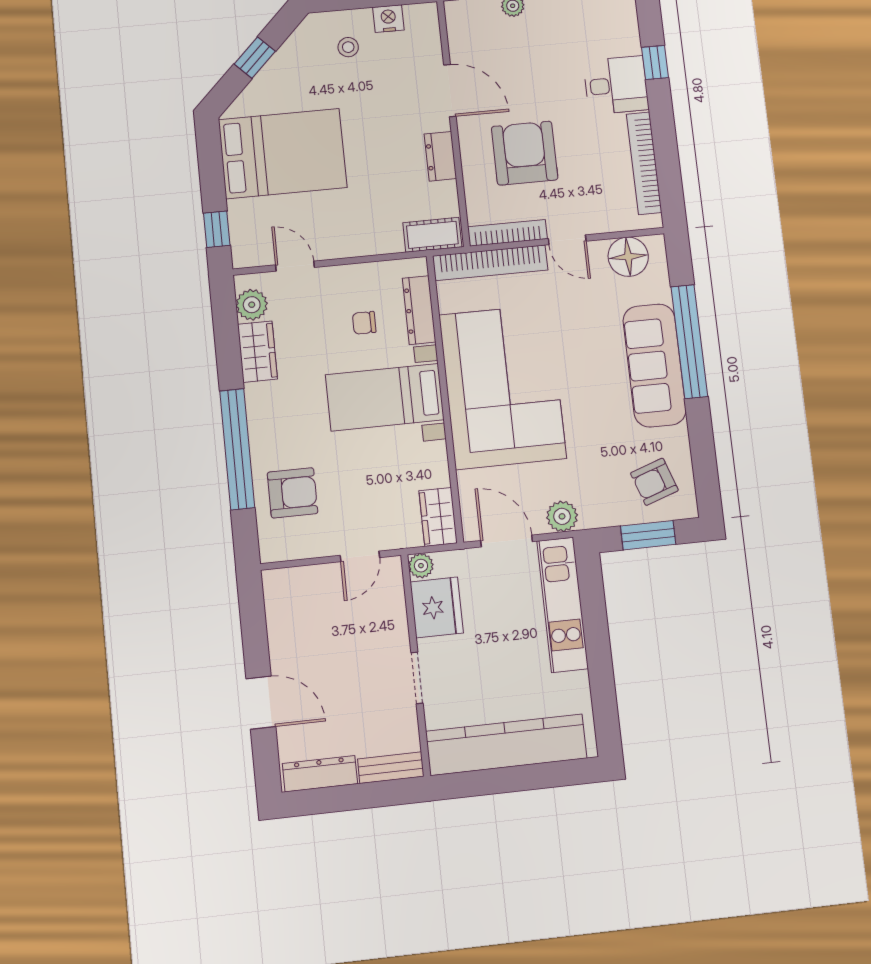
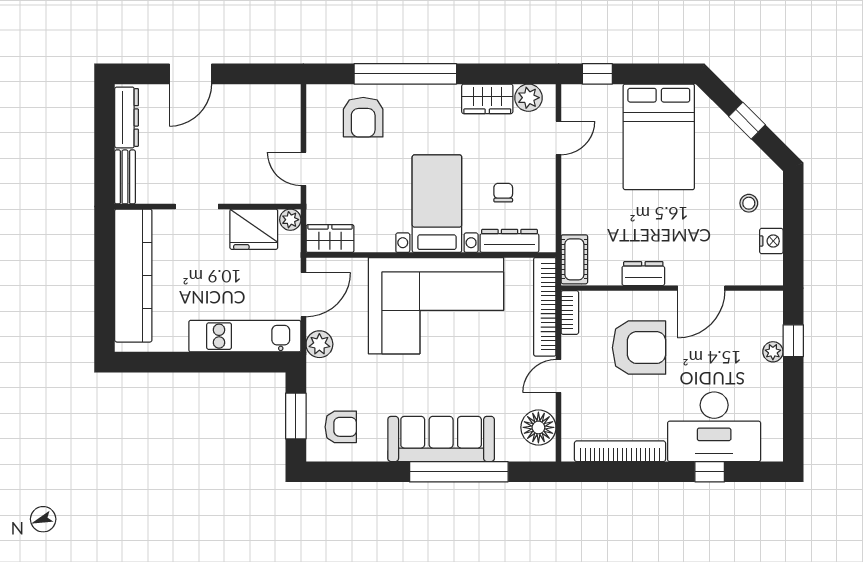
desk: (616, 85) -> (714, 427), width x1.87, depth x1.30
bookcase: (508, 233) -> (570, 312), width x0.64
armchair: (654, 482) -> (341, 427), turned 109

